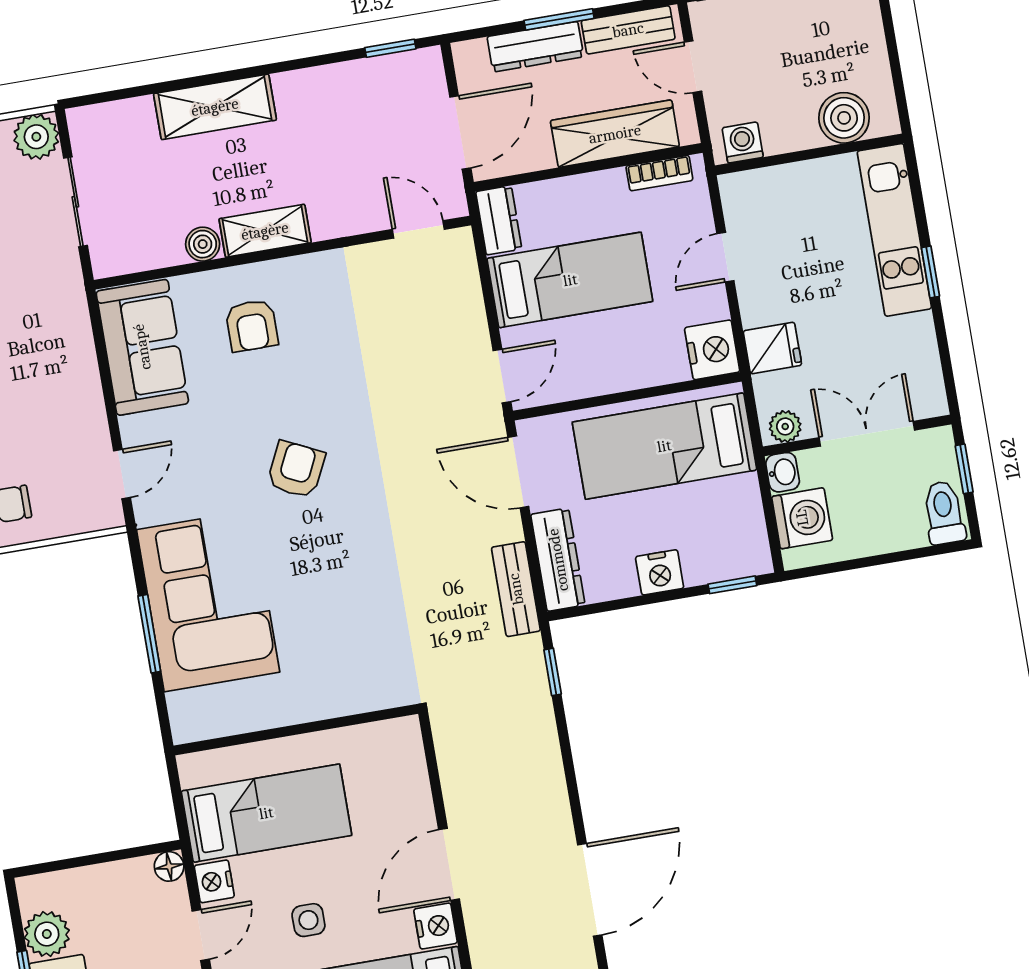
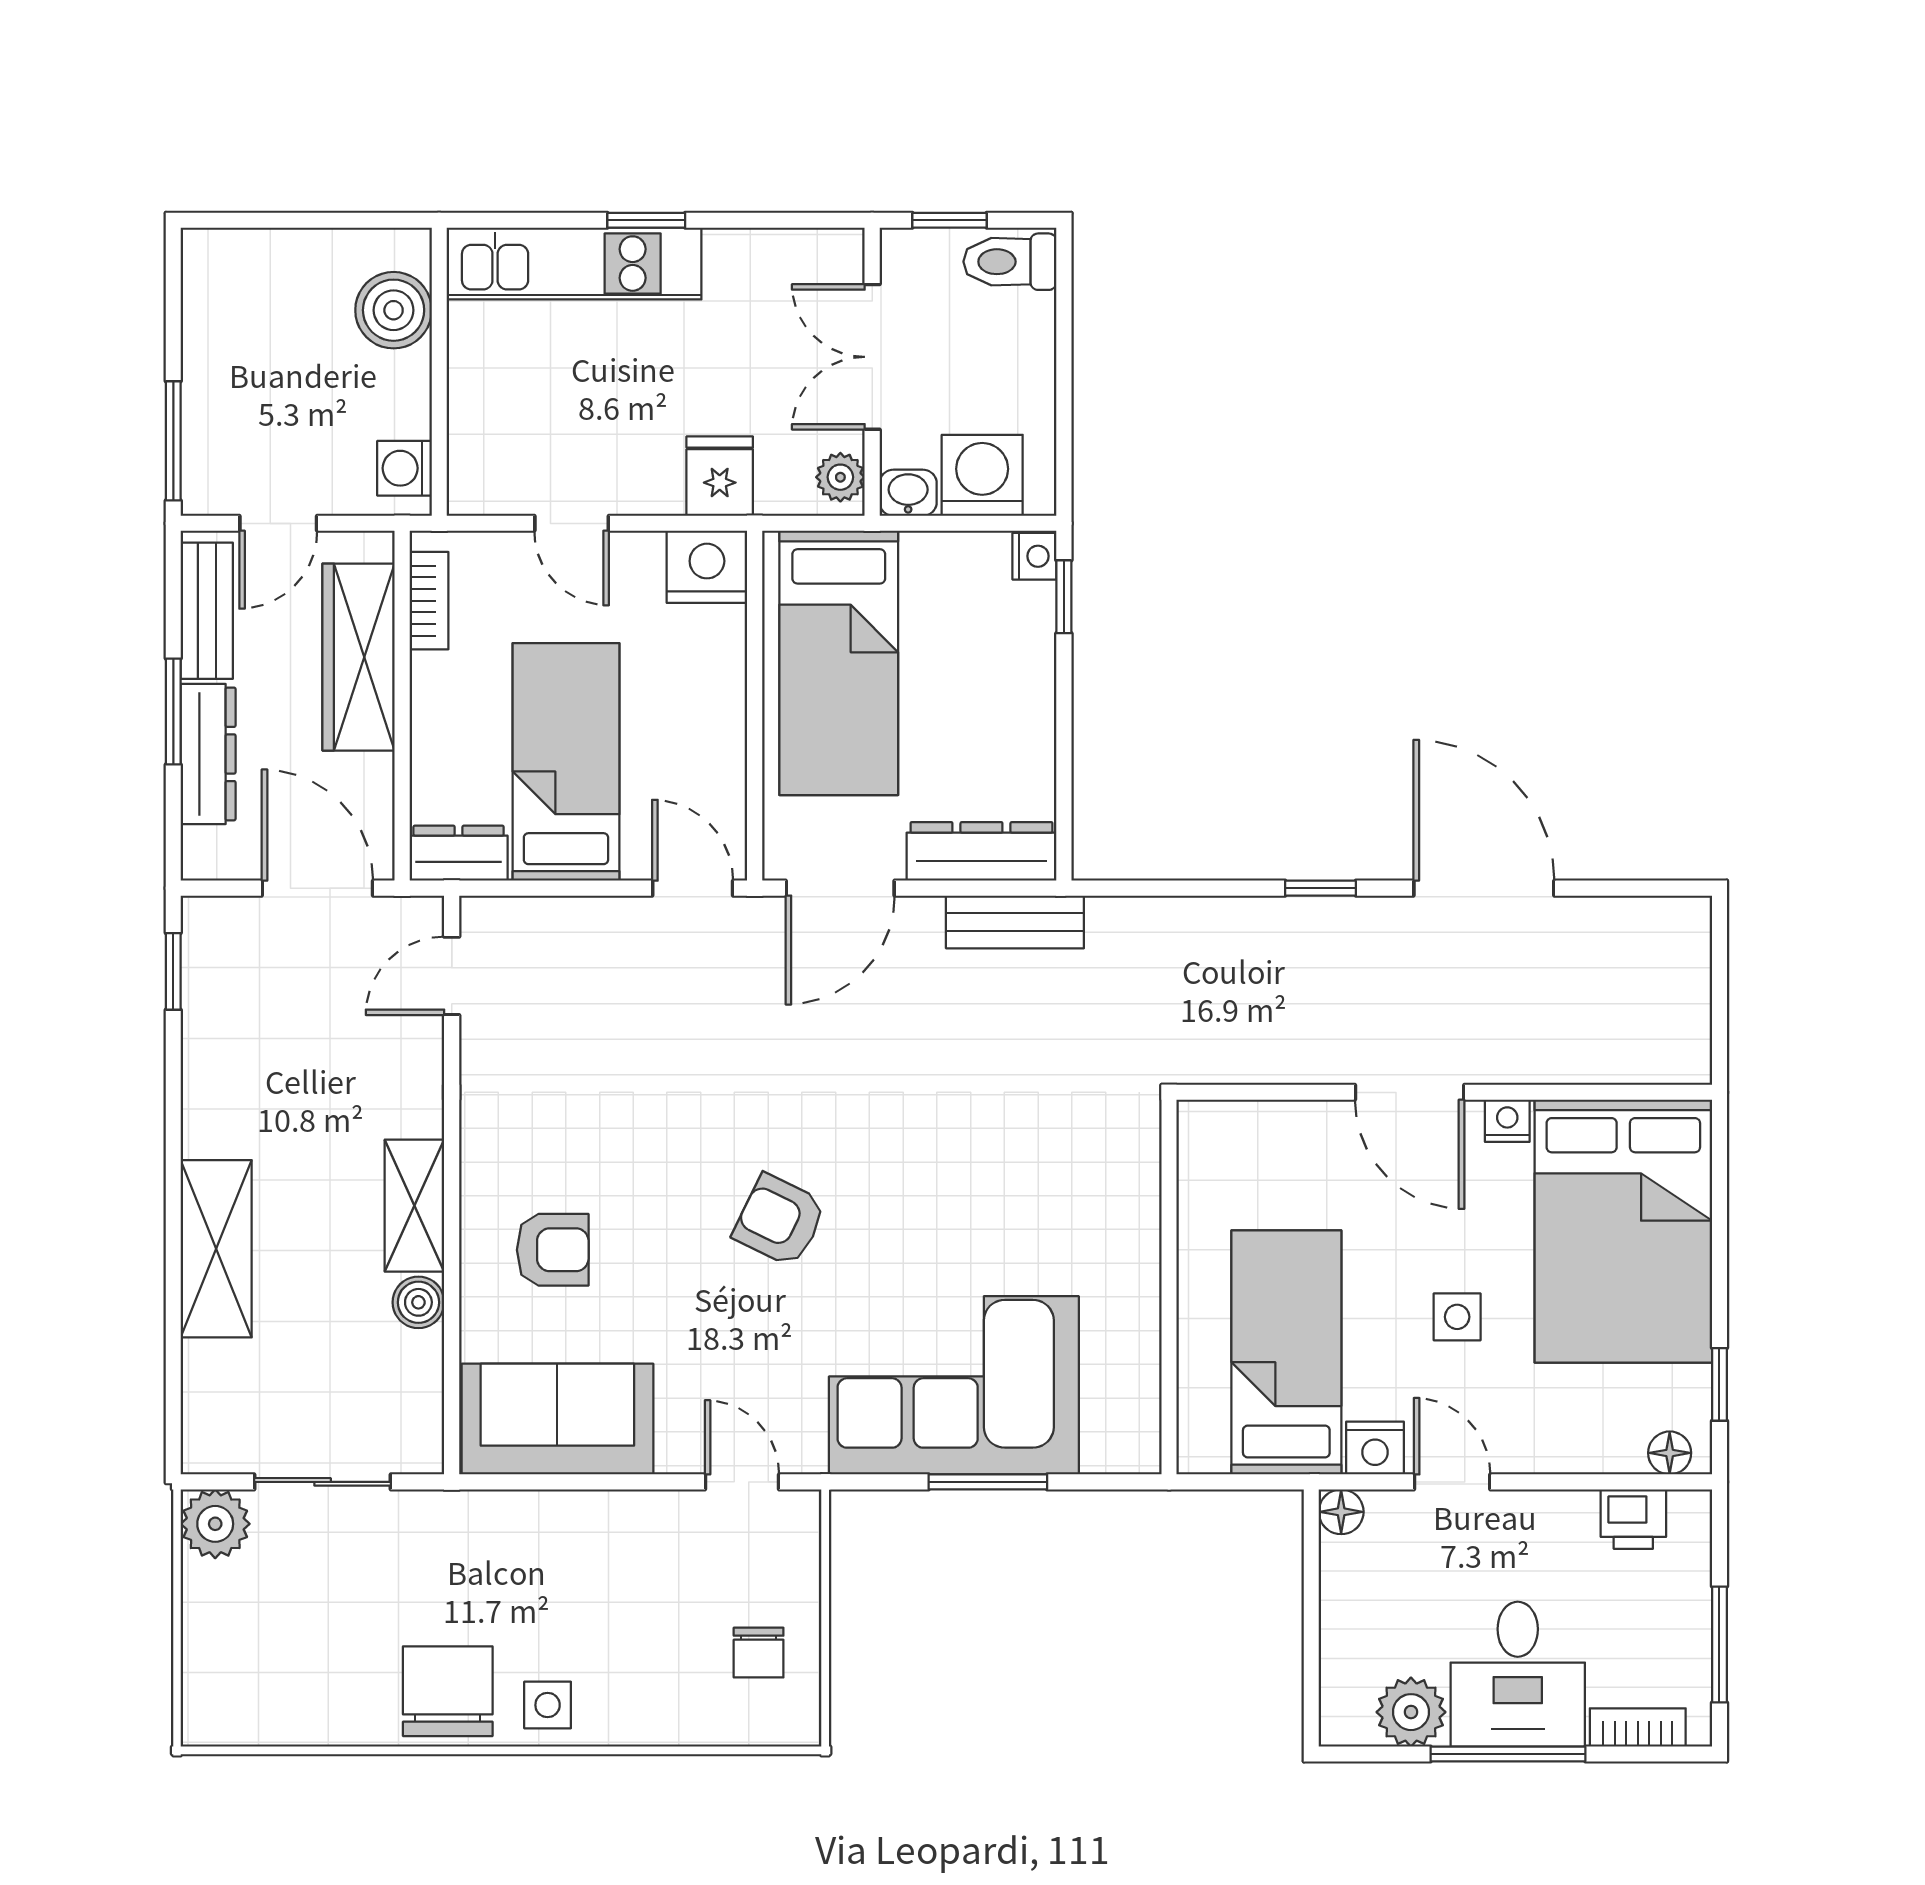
nightstand: (660, 572) -> (1034, 556), moved, width x0.72, depth x0.74
window: (553, 672) -> (1320, 888), moved
nightstand: (436, 926) -> (1507, 1121), width x0.72, depth x0.74

